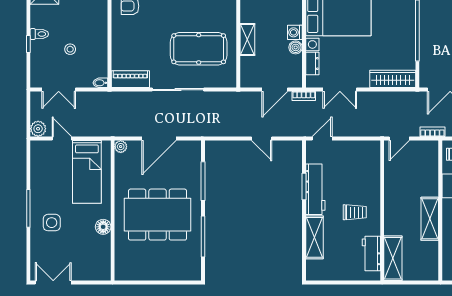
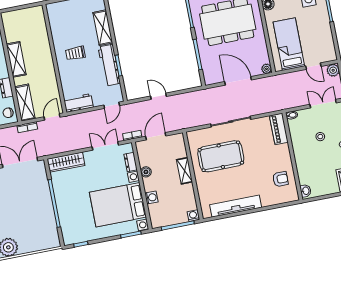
washing machine: (295, 32) -> (151, 198), moved
piano: (130, 79) -> (279, 129), moved, turned 90
door: (159, 139) -> (238, 81), hinge flipped
workbench: (371, 254) -> (78, 103), moved, turned -90
shelving: (393, 258) -> (25, 103), moved

